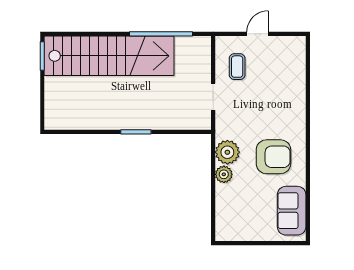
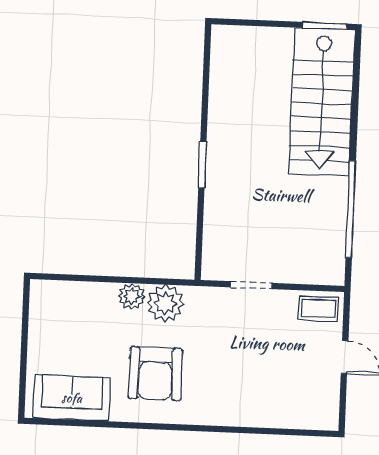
stairs: (109, 56) -> (322, 102), width x0.73
coffee table: (237, 67) -> (318, 309), moved

